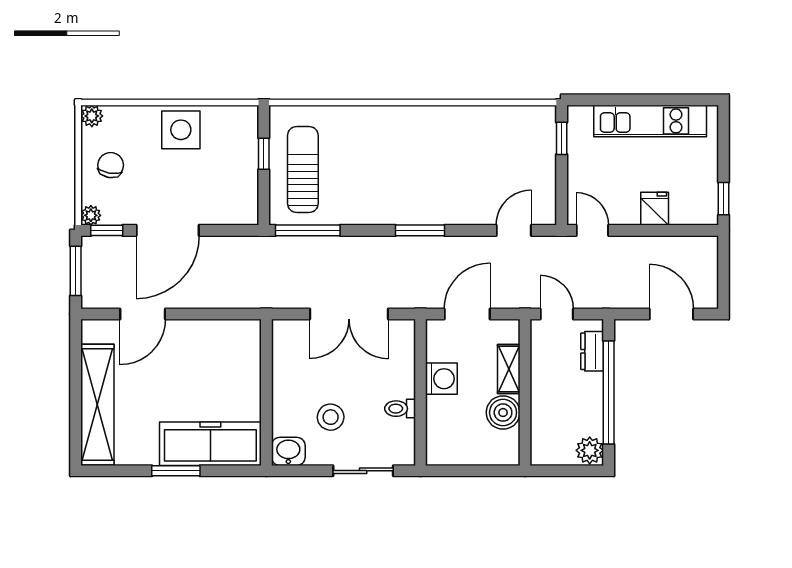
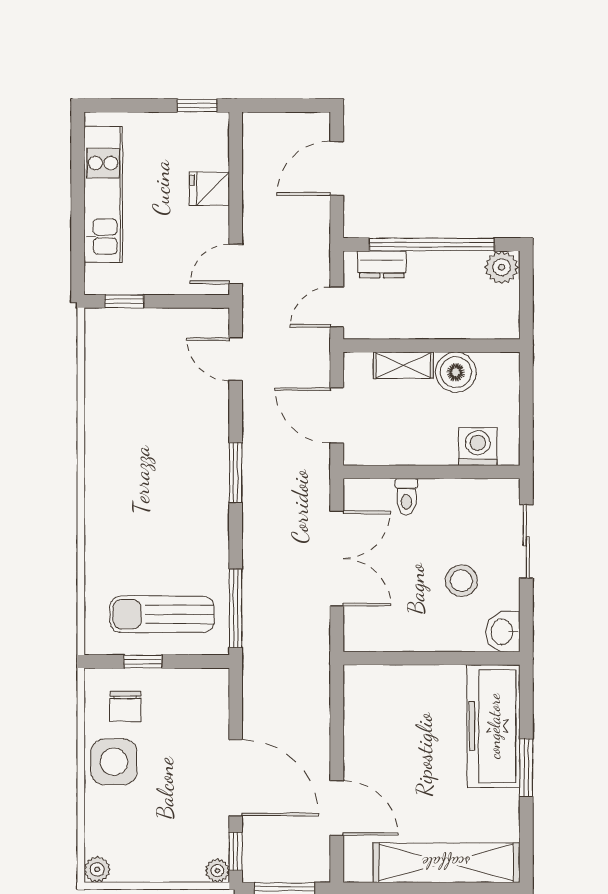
chair: (111, 165) -> (125, 706), moved, turned -99
washing machine: (441, 379) -> (478, 447), moved
toilet: (400, 409) -> (406, 497), moved

